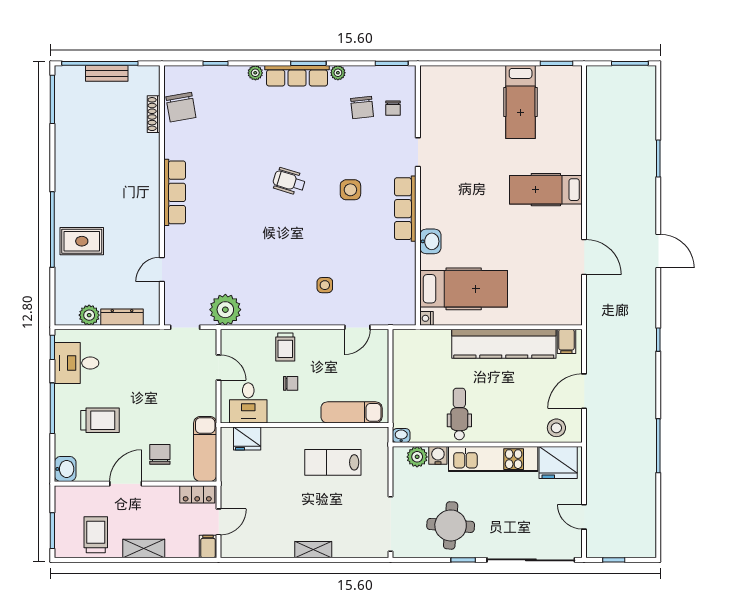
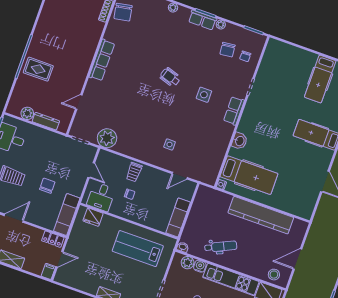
row of seats: (297, 76) -> (202, 20), width x0.68
row of seats: (405, 209) -> (234, 111), width x0.68
filing cabinet: (566, 341) -> (297, 227), removed
exam couch: (352, 412) -> (178, 217), moved, turned -90
dental chair: (459, 414) -> (221, 247), turned 65
chair: (160, 454) -> (47, 186), moved
lab bench: (333, 462) -> (138, 249), width x1.36, depth x1.39

